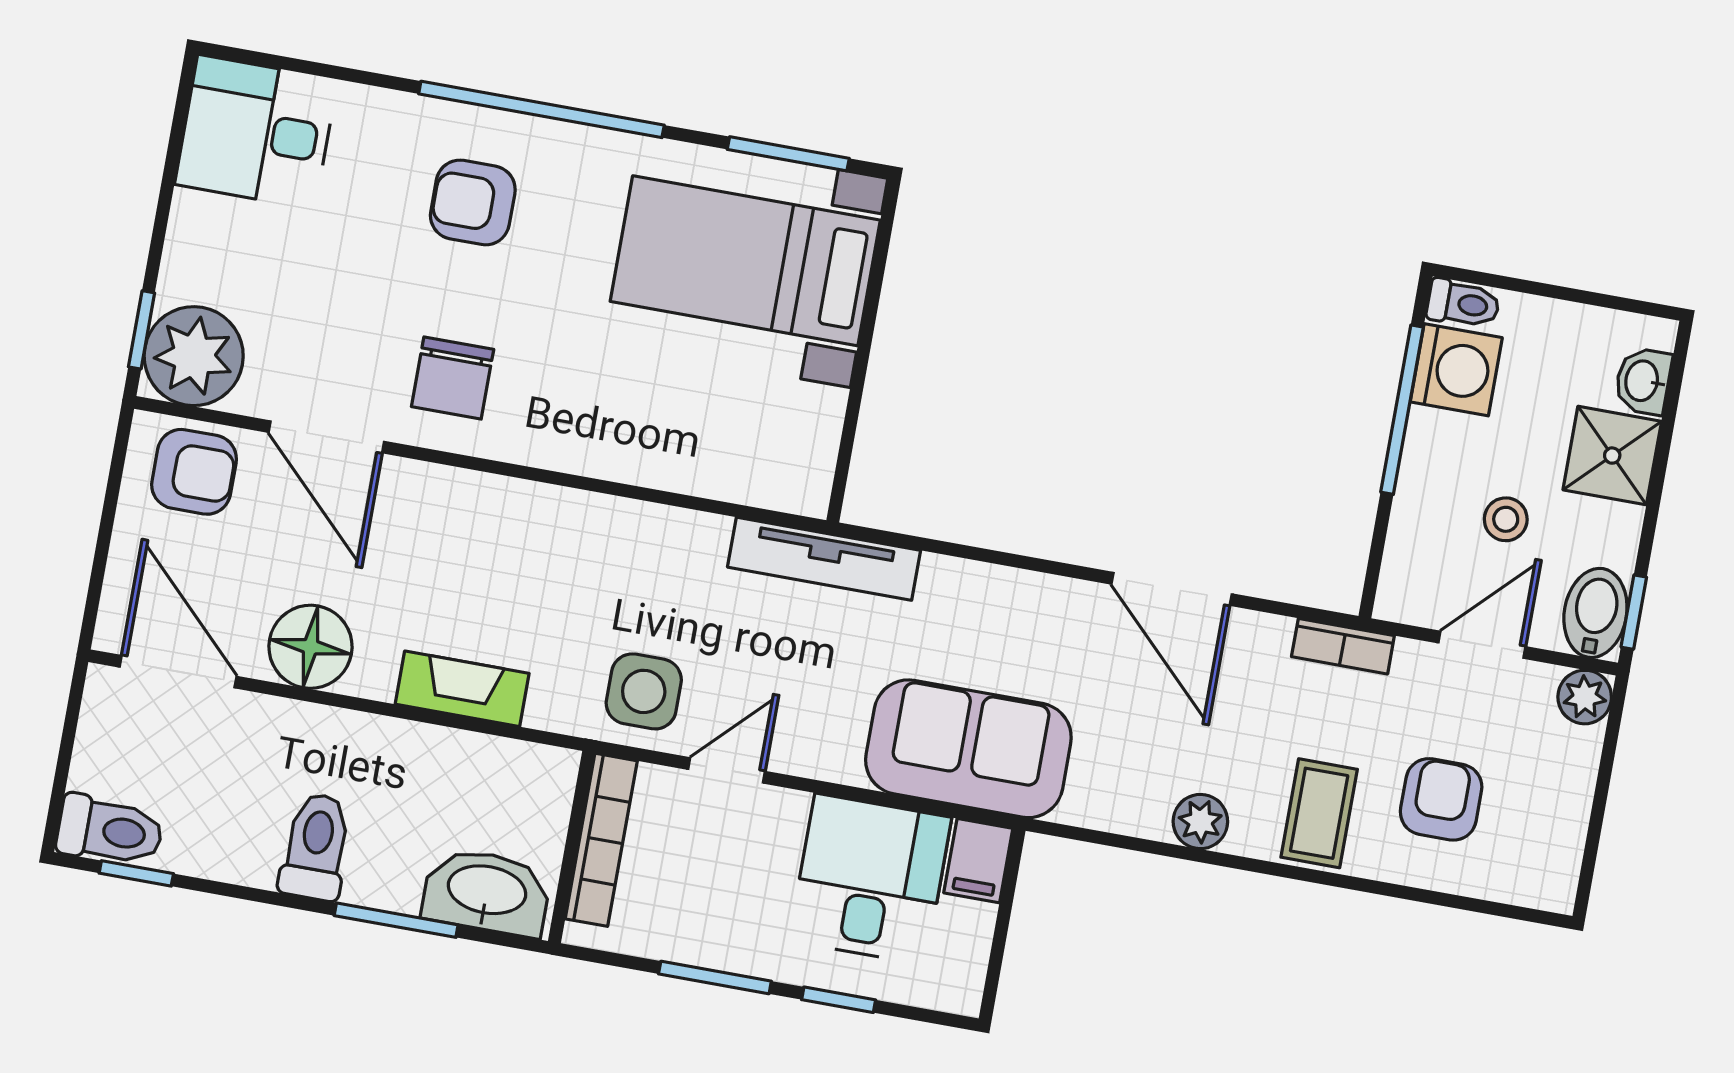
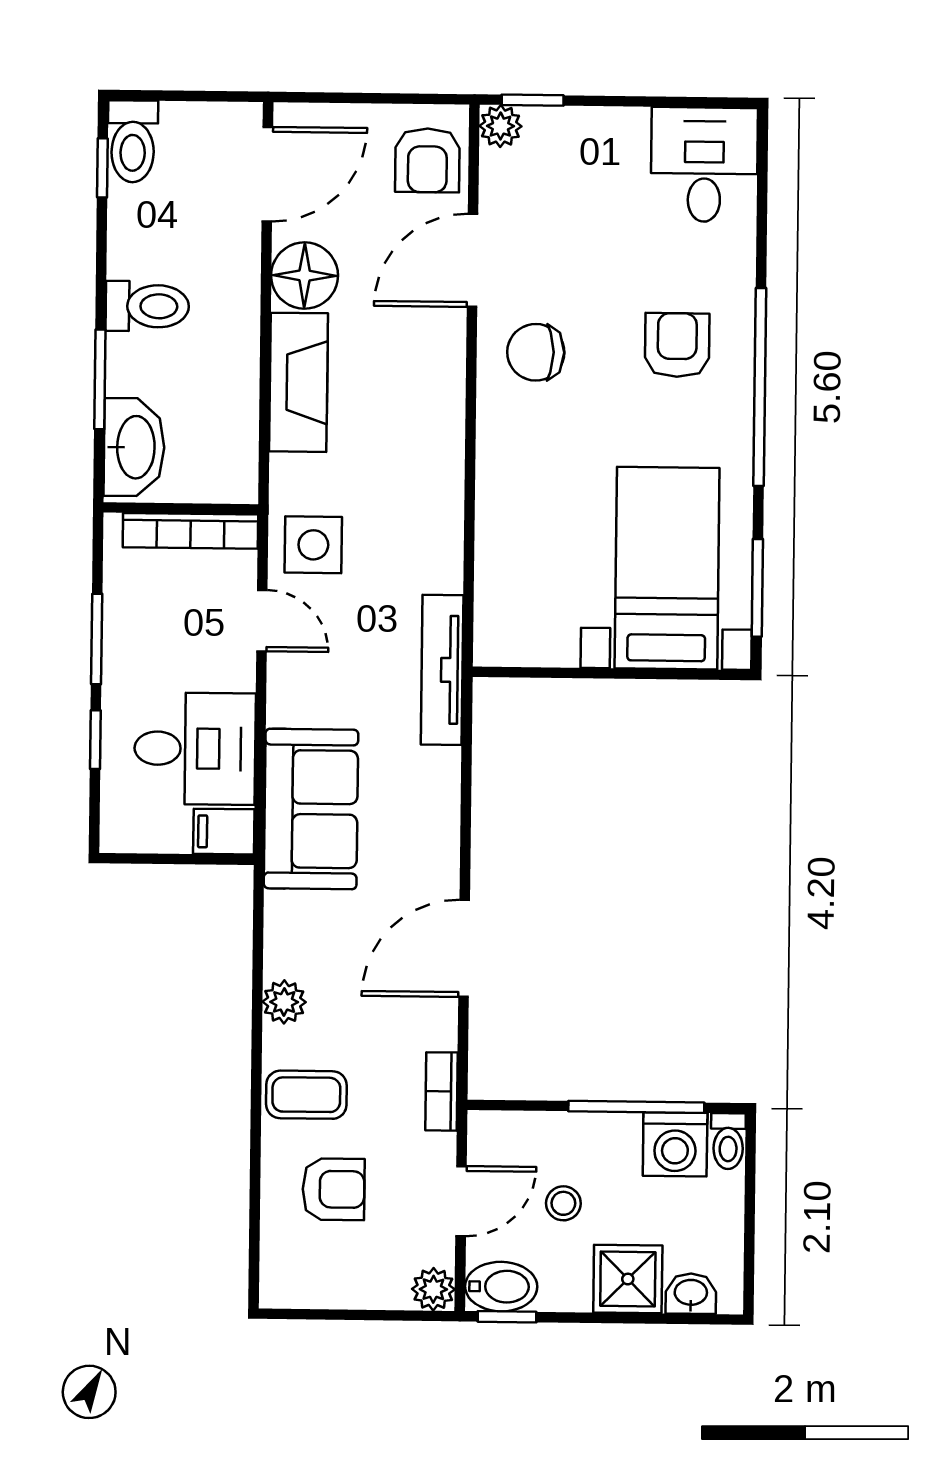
plant: (194, 356) -> (500, 126), width x0.53, depth x0.53
door: (1482, 645) -> (461, 1201), hinge flipped
fireplace: (462, 689) -> (298, 382), width x1.37, depth x1.32

